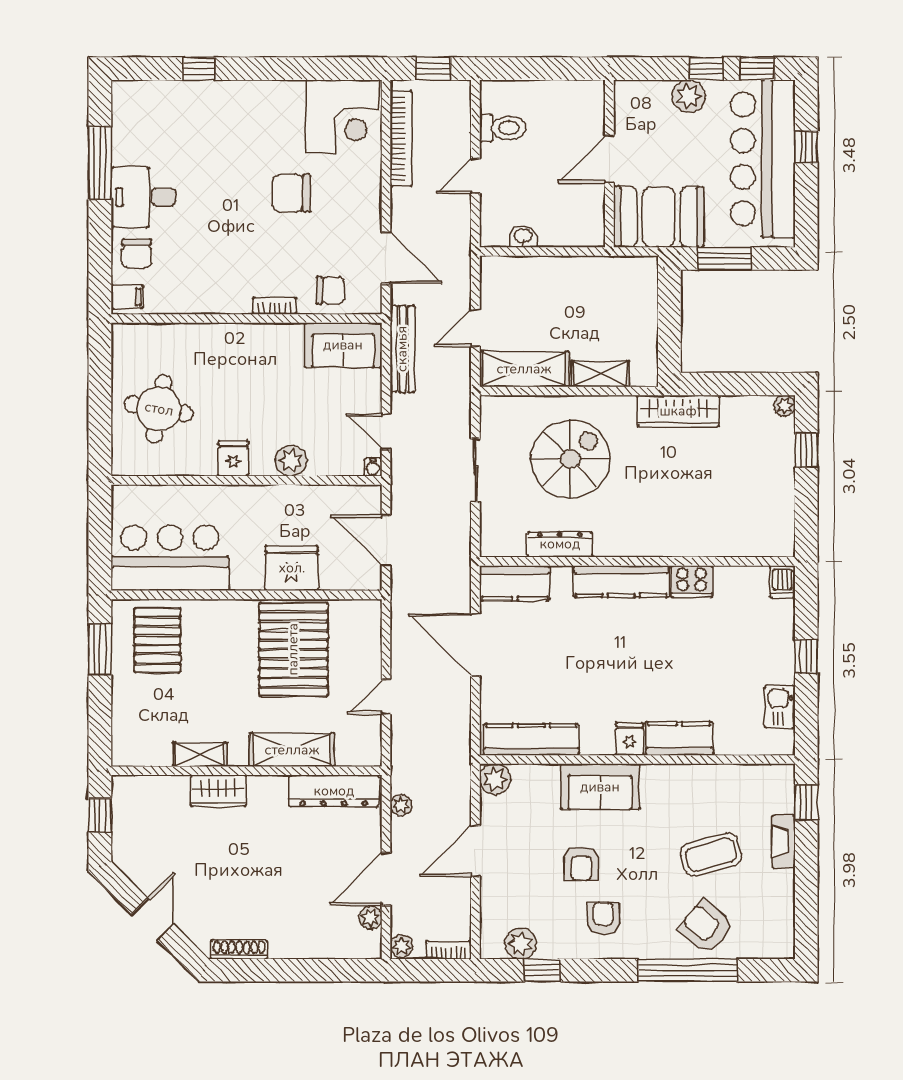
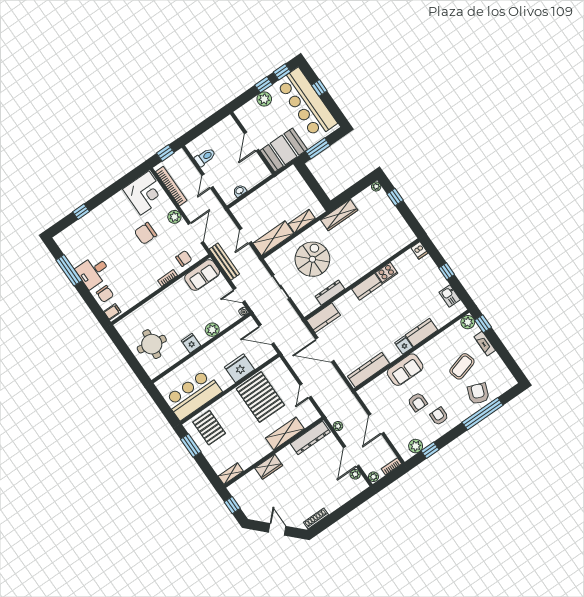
plant: (367, 200) -> (174, 217), added
door: (386, 258) -> (196, 233), hinge flipped
kitchen counter: (621, 581) -> (367, 287), width x0.67
shelving: (200, 754) -> (231, 474), moved
plant: (495, 779) -> (468, 322), moved
armchair: (706, 927) -> (478, 394), turned 71

